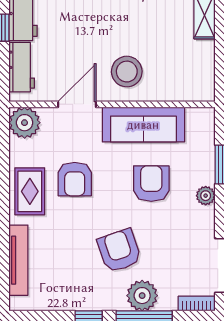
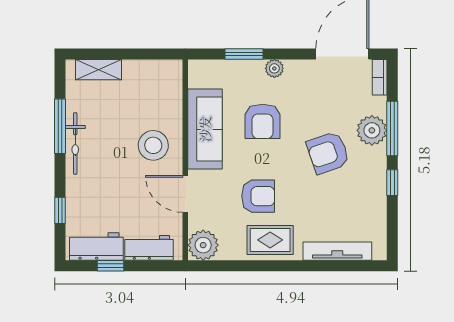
armchair: (151, 184) -> (263, 121), turned -90

